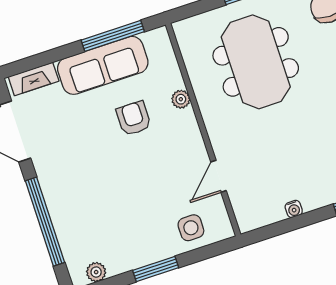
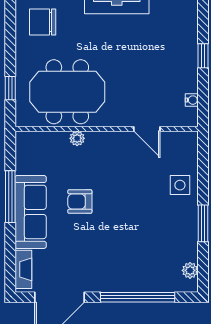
plant: (181, 99) -> (77, 138), moved
wall: (203, 130) -> (107, 129), moved
door: (219, 176) -> (147, 129), moved

